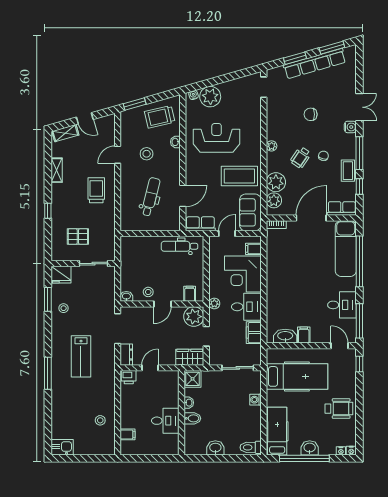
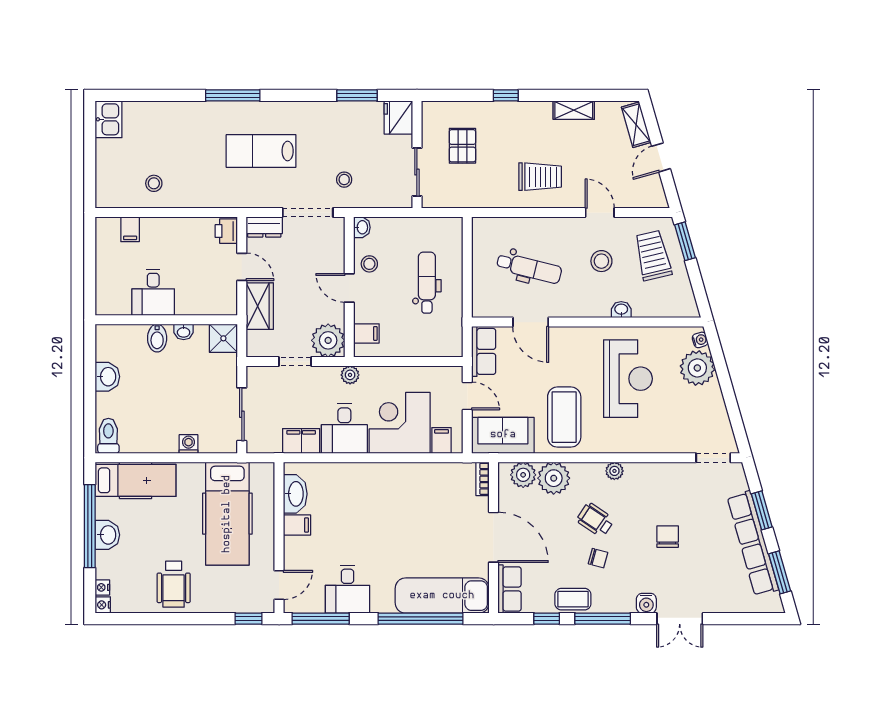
trolley: (160, 117) -> (653, 255), moved
dental chair: (179, 246) -> (427, 283), moved
stool: (64, 308) -> (344, 180), moved
wardrobe: (190, 357) -> (260, 306), moved

